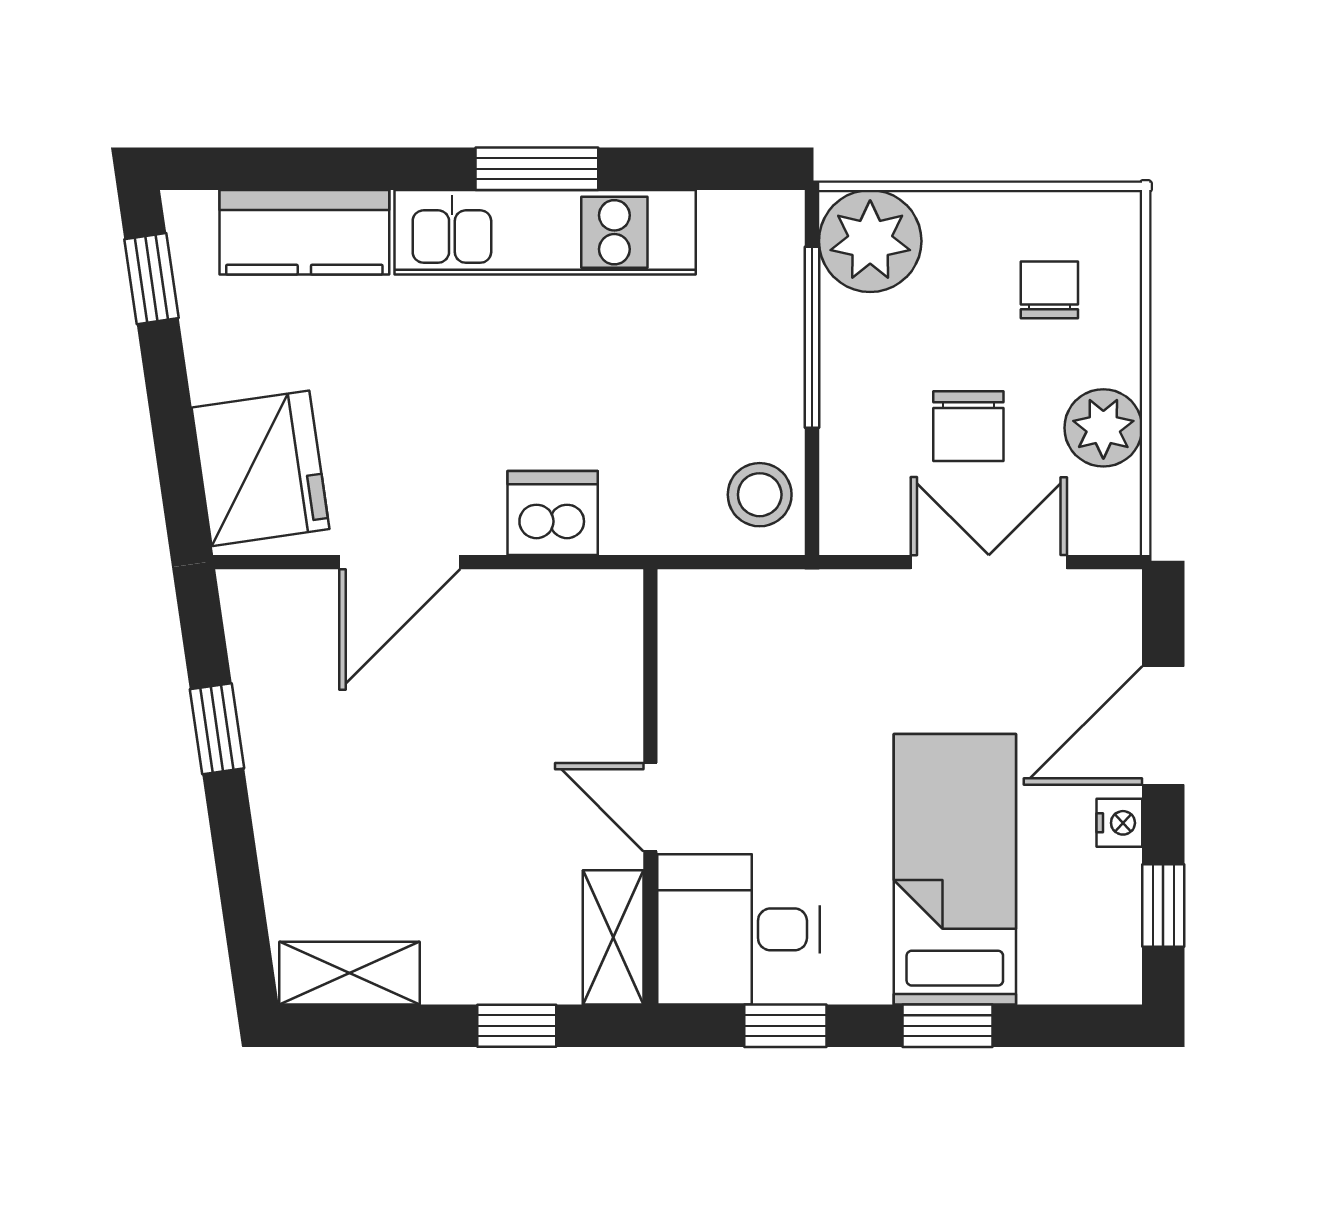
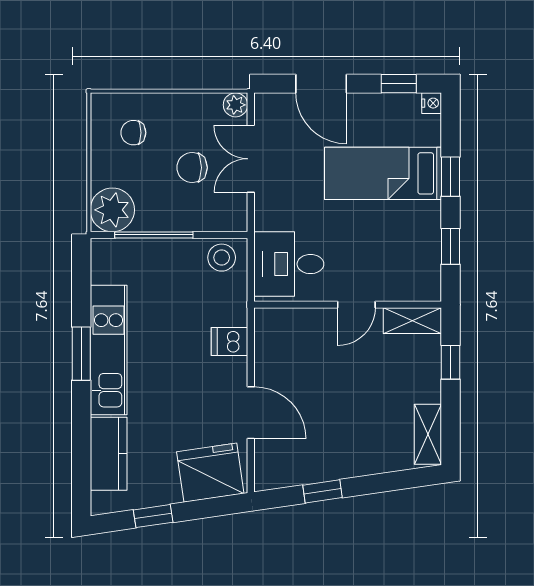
window: (151, 279) -> (153, 516), moved
chair: (968, 426) -> (192, 168), turned 180
plant: (1103, 428) -> (236, 105), moved, width x0.73, depth x0.73
dishwasher: (553, 513) -> (230, 341), width x0.73
nightstand: (1119, 823) -> (432, 103), moved, turned 90
desk: (739, 929) -> (289, 264), moved, turned 90

